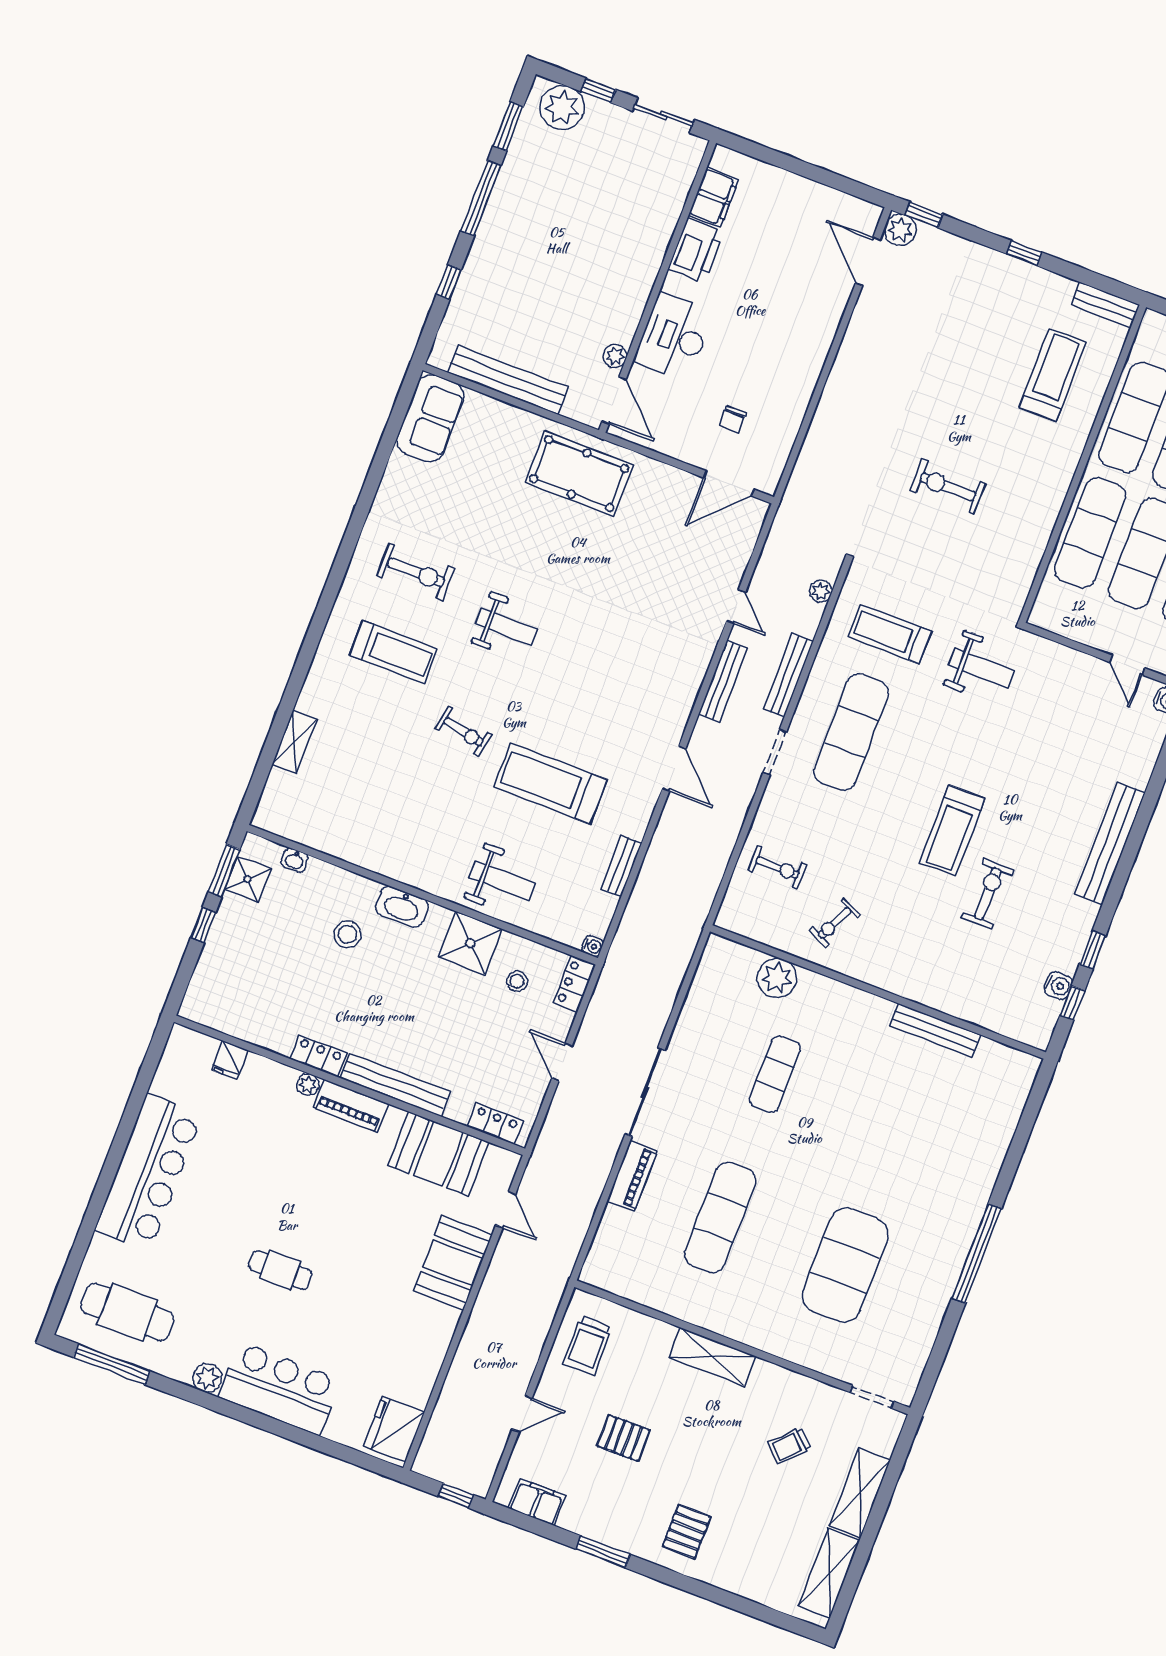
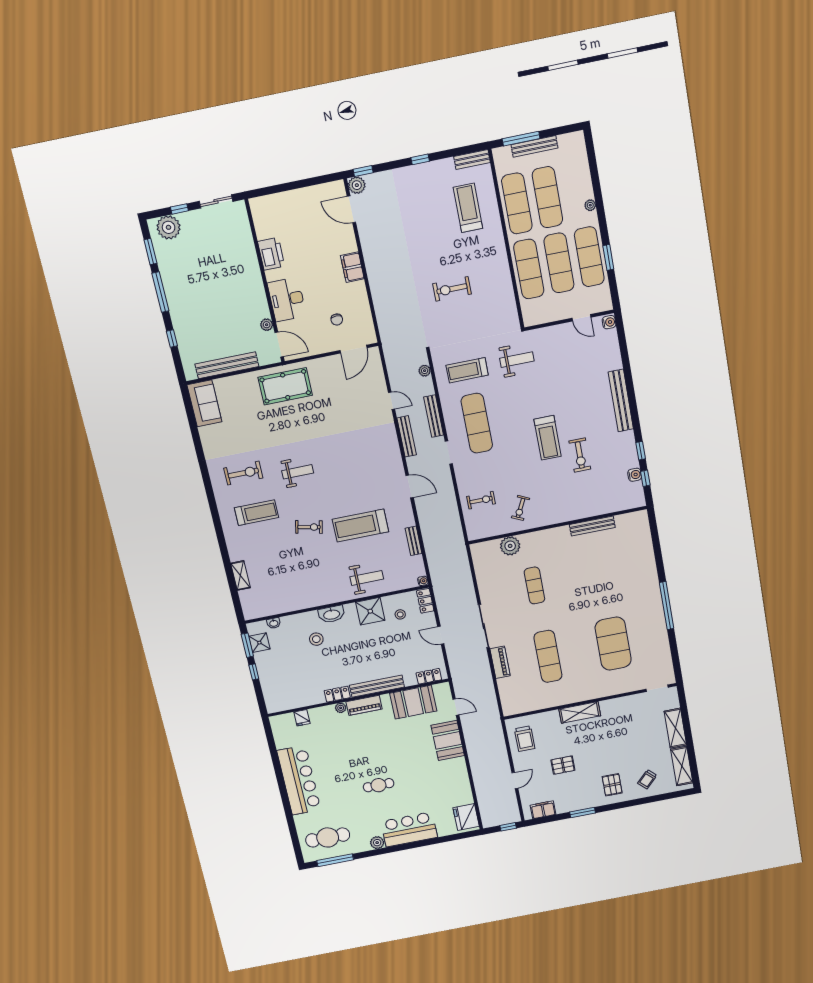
filing cabinet: (714, 197) -> (352, 267), moved, turned 180
exercise bike: (988, 894) -> (580, 455), turned 180
trolley: (789, 1446) -> (647, 779), moved

